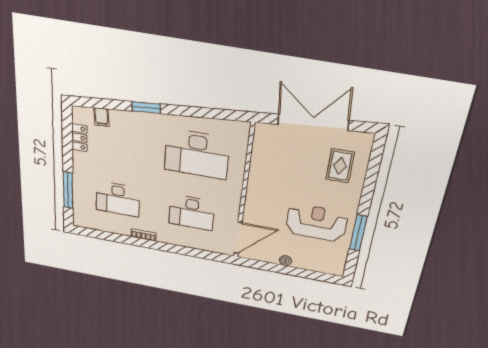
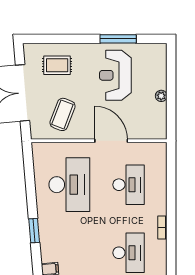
coffee table: (280, 161) -> (62, 114), added
door: (238, 238) -> (111, 141), moved

